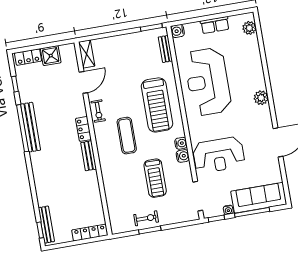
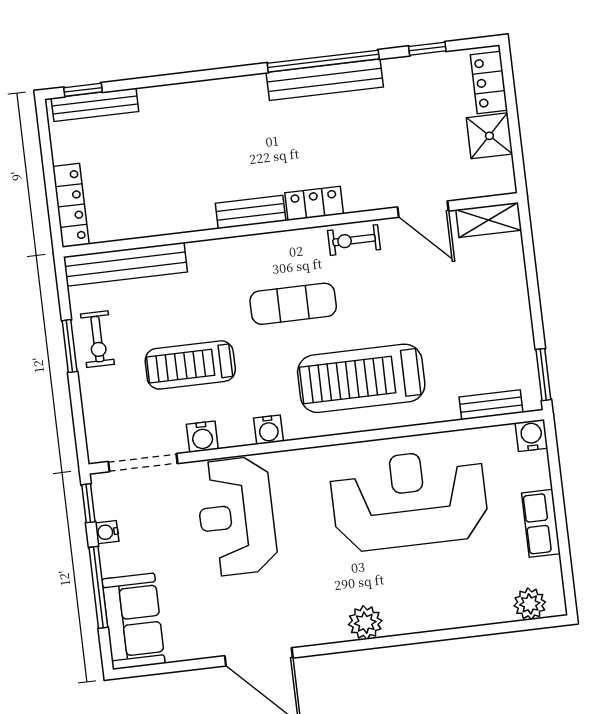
water cooler: (183, 156) -> (202, 437), moved
sofa: (259, 198) -> (134, 621), width x0.73
bench: (114, 208) -> (125, 264), added

